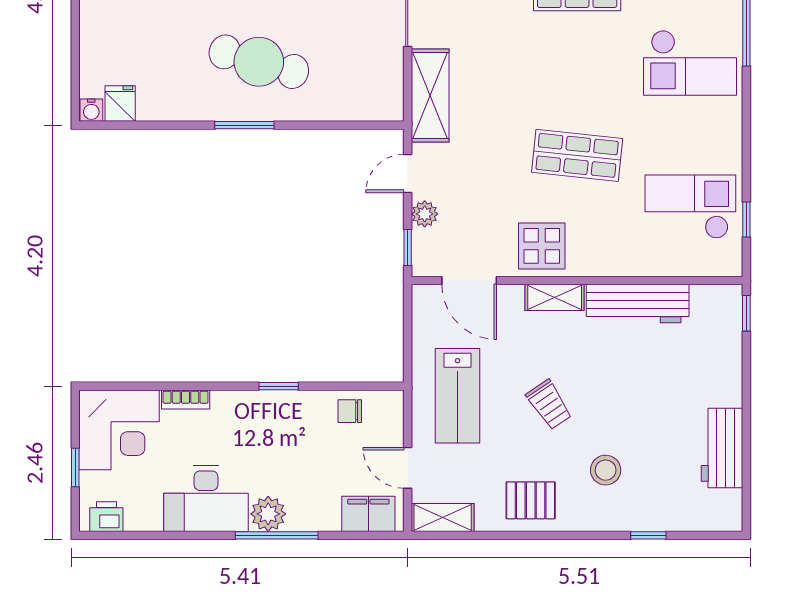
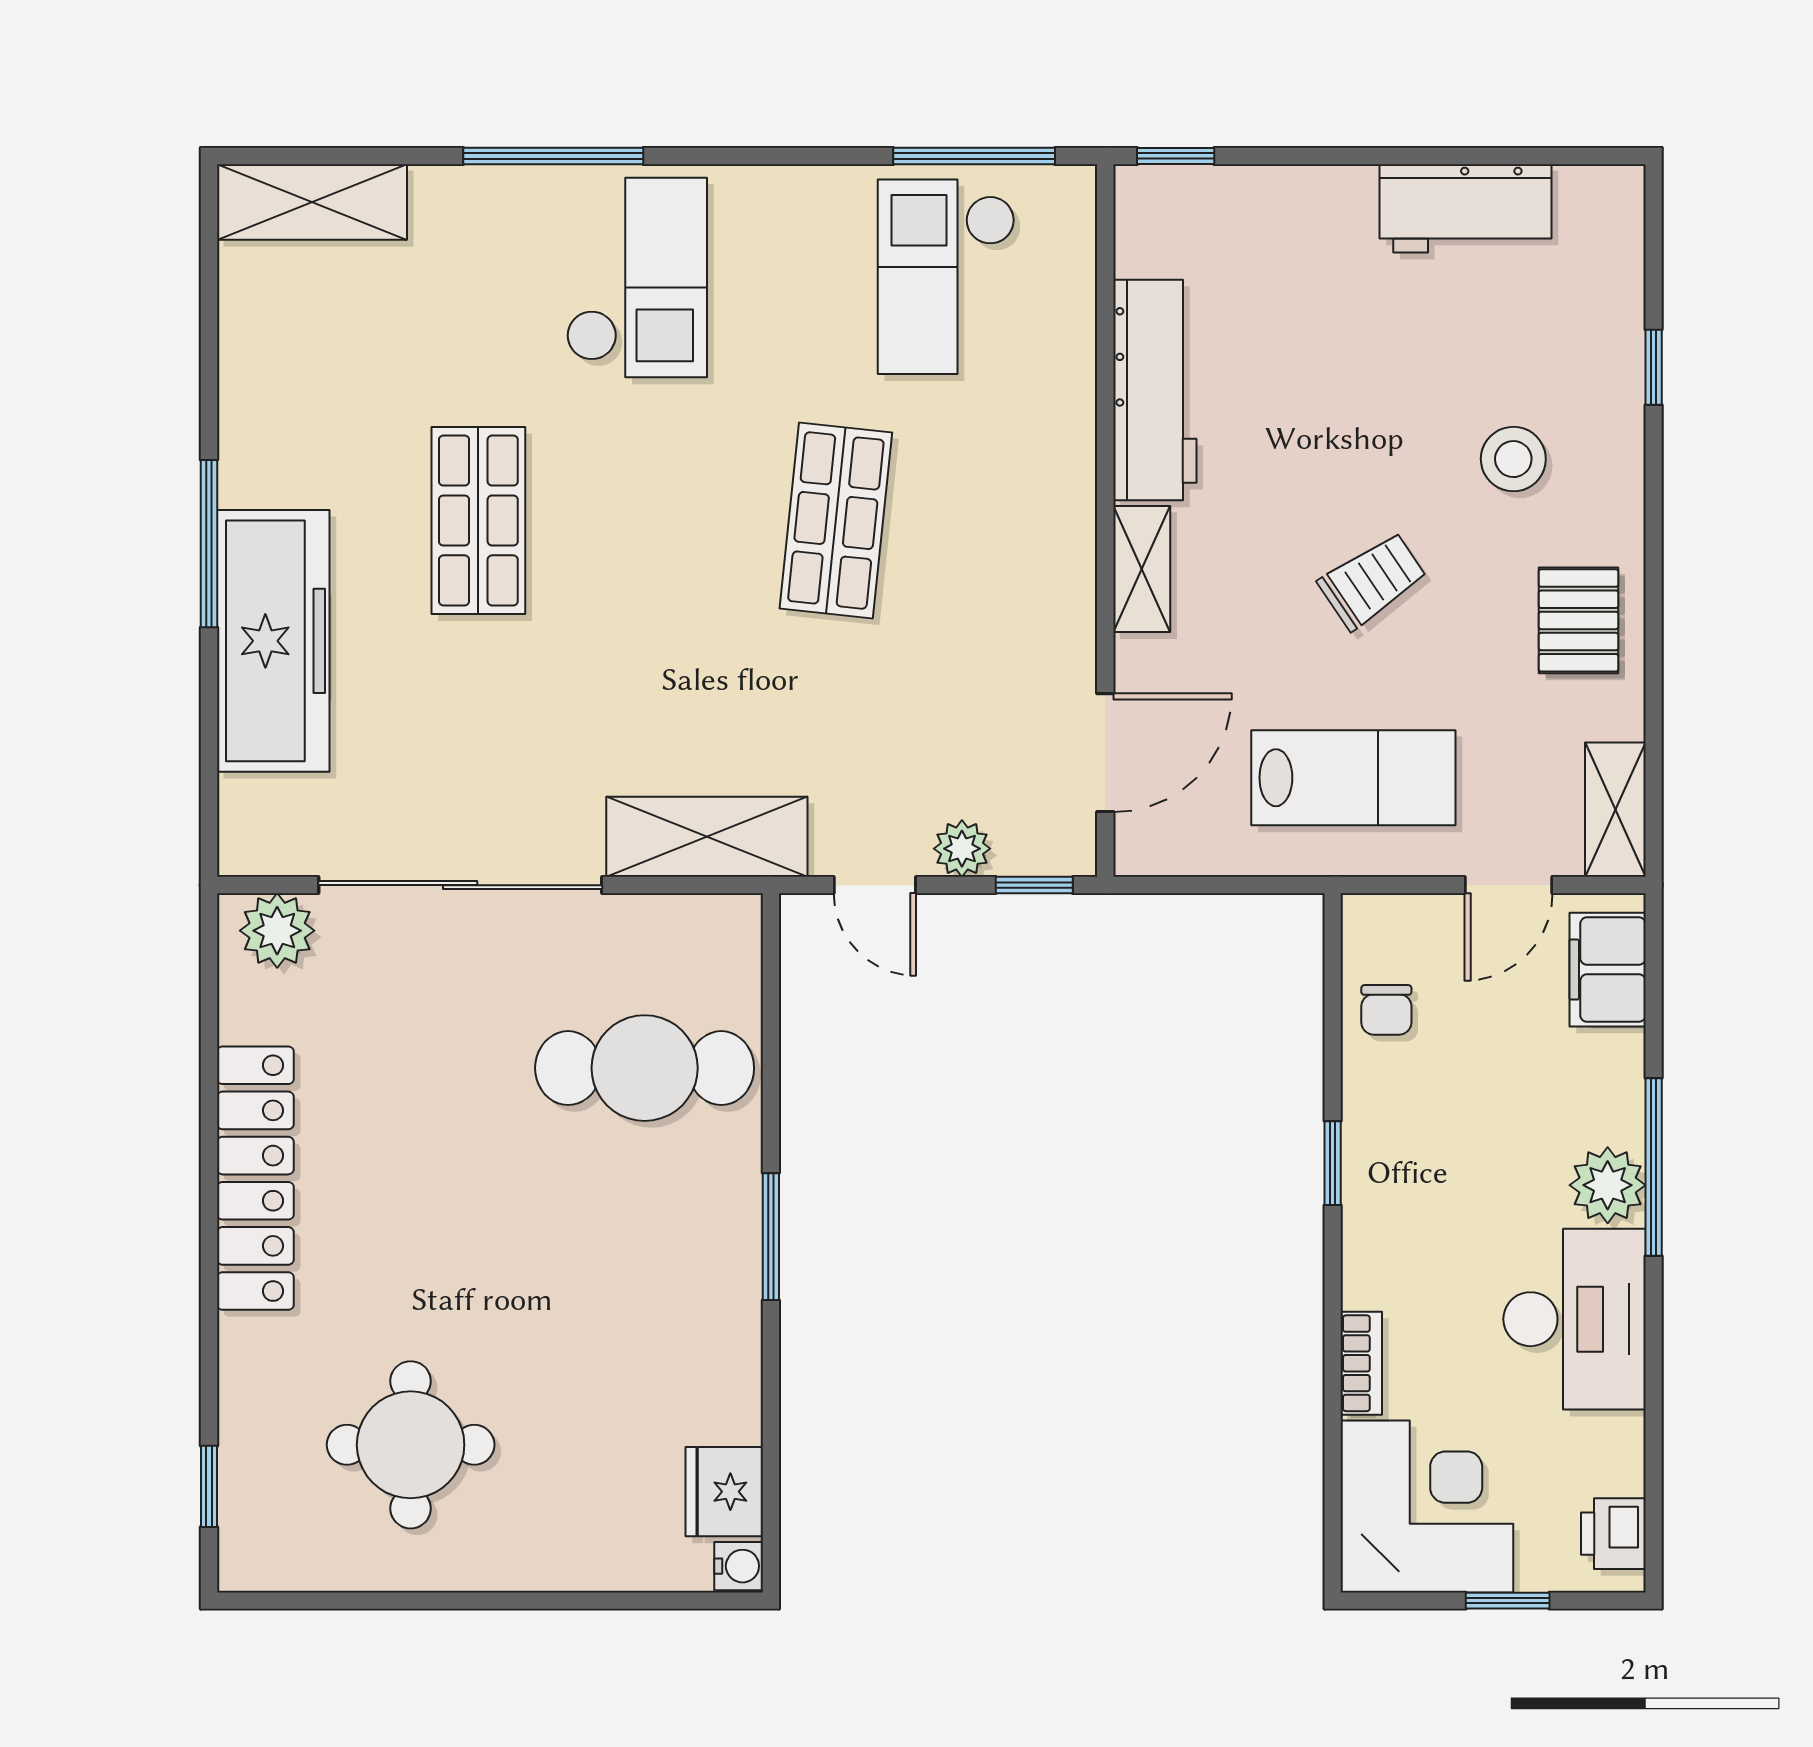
cafe table: (259, 62) -> (645, 1068), moved, turned 74
fridge: (120, 103) -> (724, 1492), width x1.38
window: (746, 220) -> (974, 156), width x2.17
display table: (542, 246) -> (1031, 597), removed

